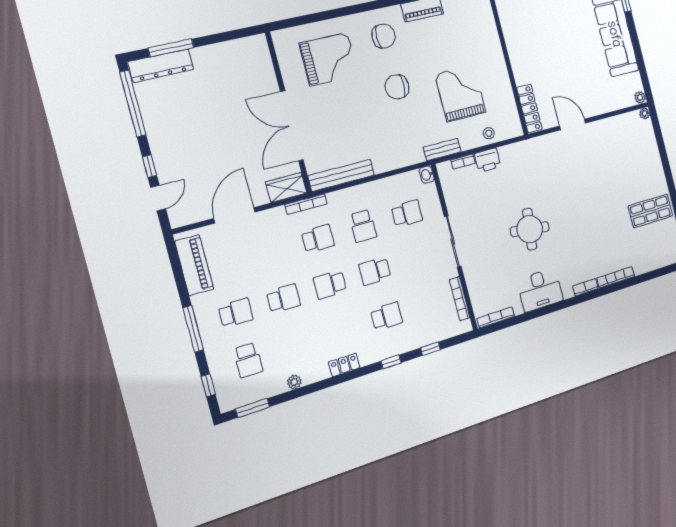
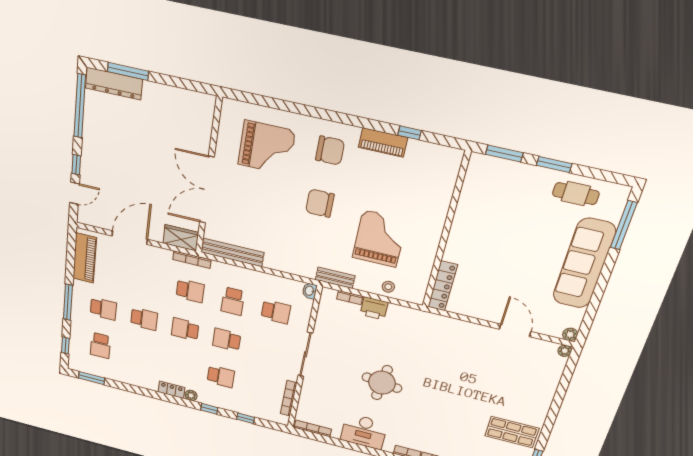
door: (573, 124) -> (515, 330), moved
plant: (294, 382) -> (191, 395), moved

